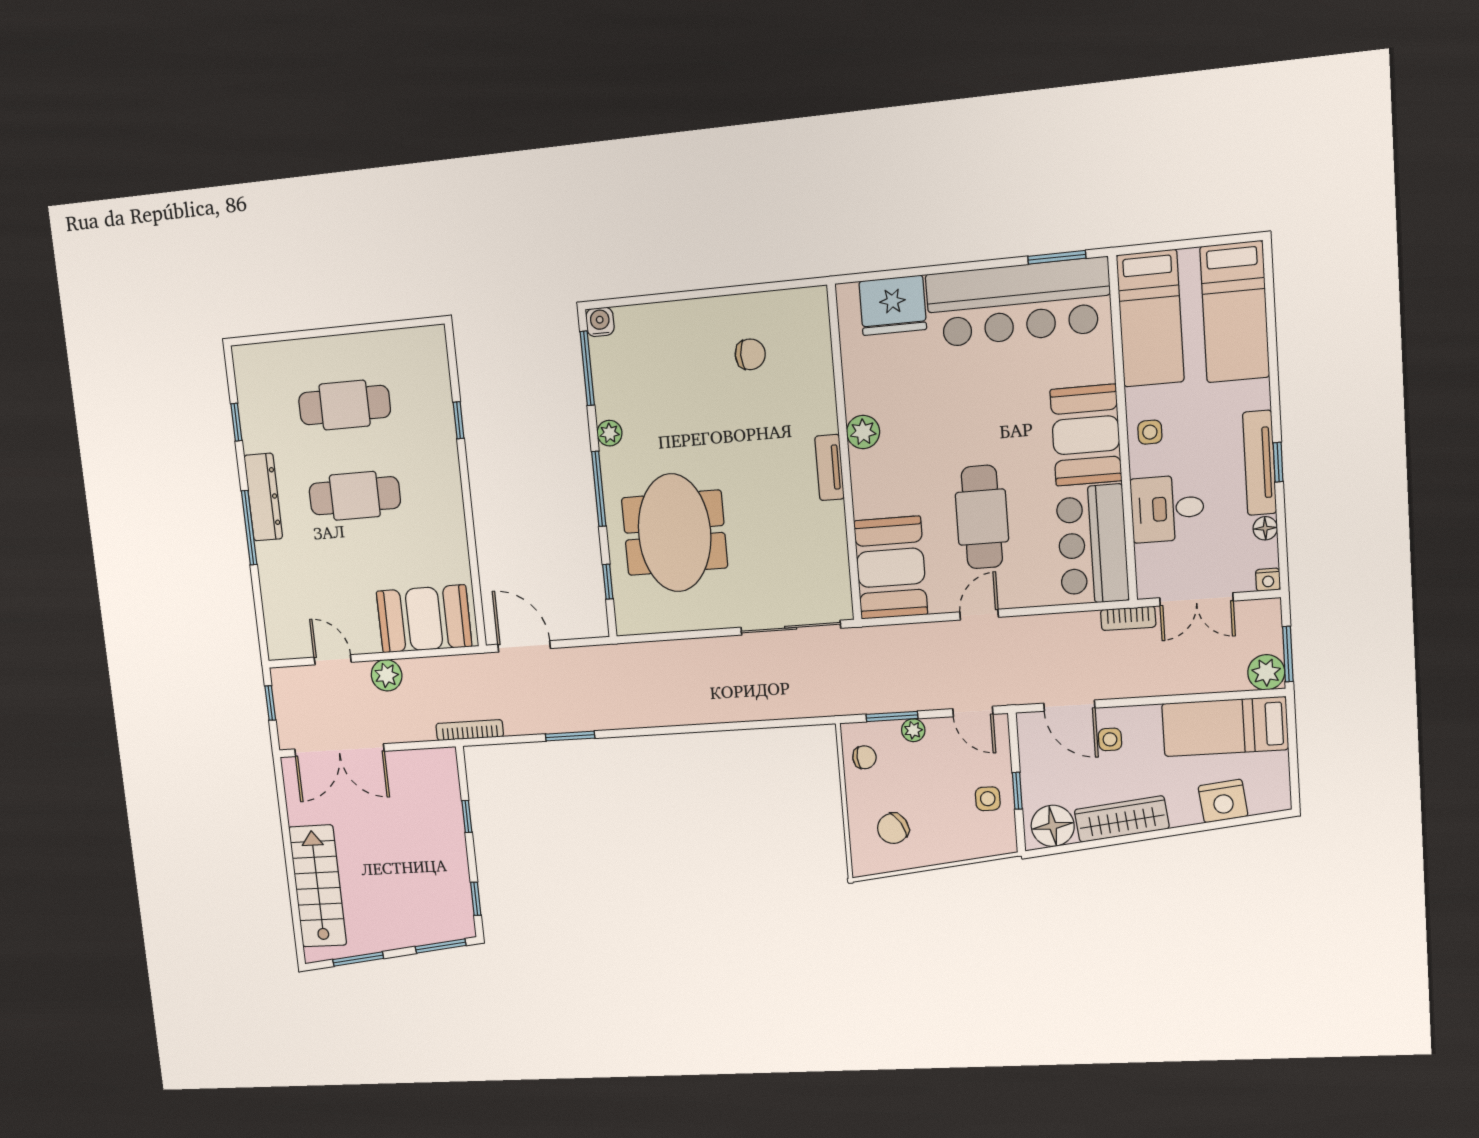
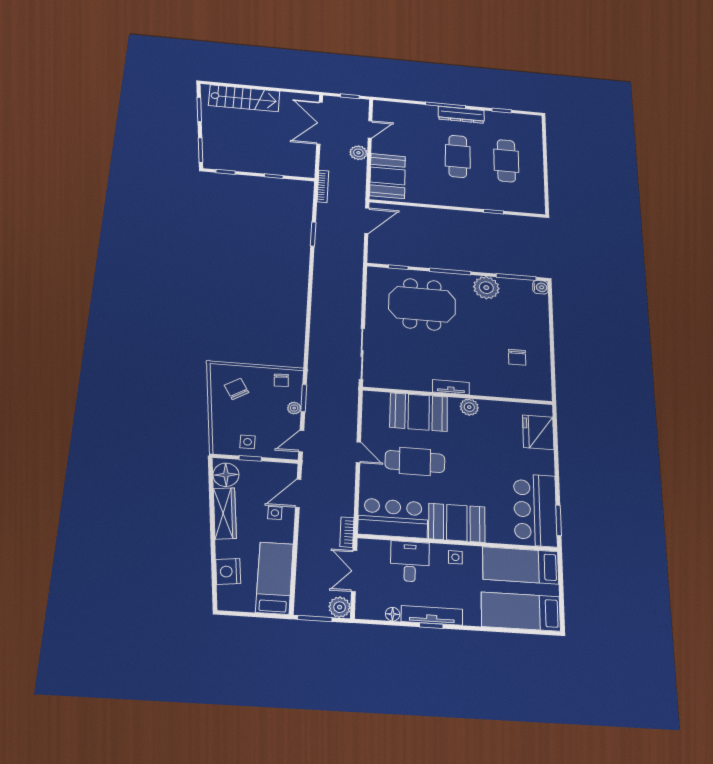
bar counter: (1018, 302) -> (535, 510), width x0.73
plant: (610, 433) -> (486, 288), width x1.87, depth x1.87
booth: (891, 568) -> (419, 412), moved
nightstand: (1268, 580) -> (361, 612), removed
plant: (1266, 672) -> (340, 607), moved

